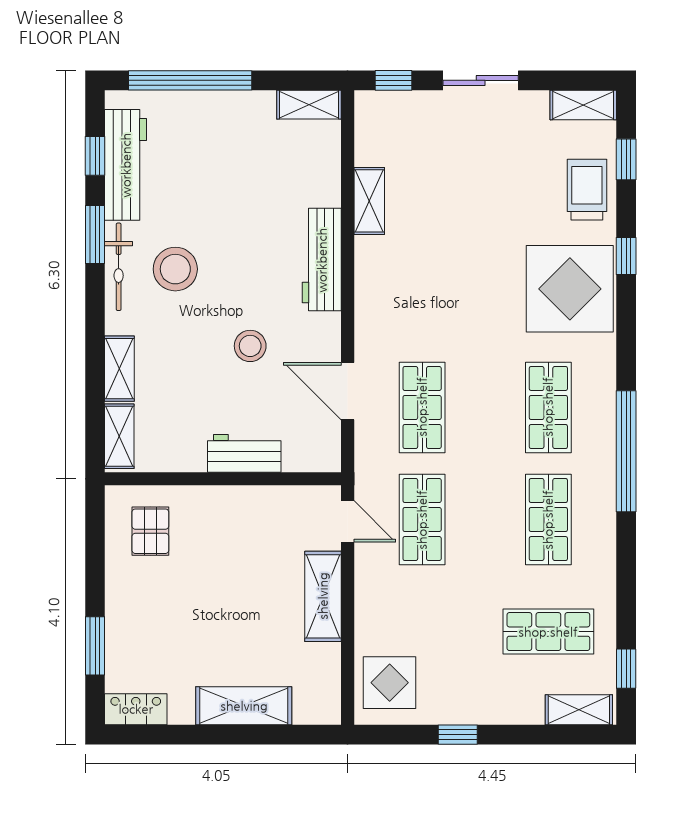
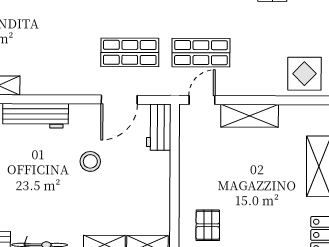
stool: (175, 269) -> (41, 209), removed
workbench: (244, 453) -> (159, 127), moved
pallet: (150, 531) -> (208, 225), turned 90

